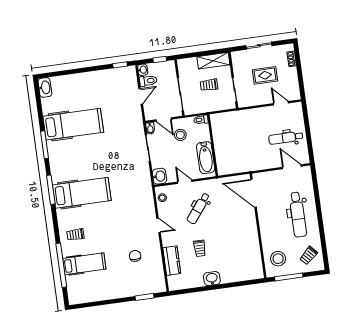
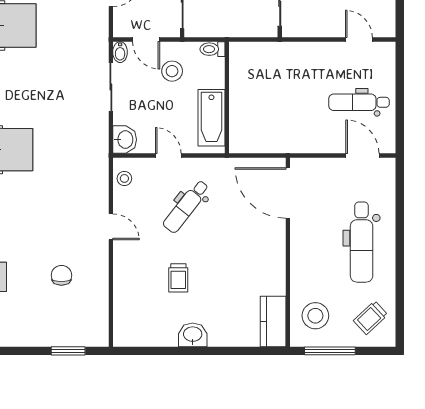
kitchen counter: (172, 261) -> (273, 321), moved, turned 180

